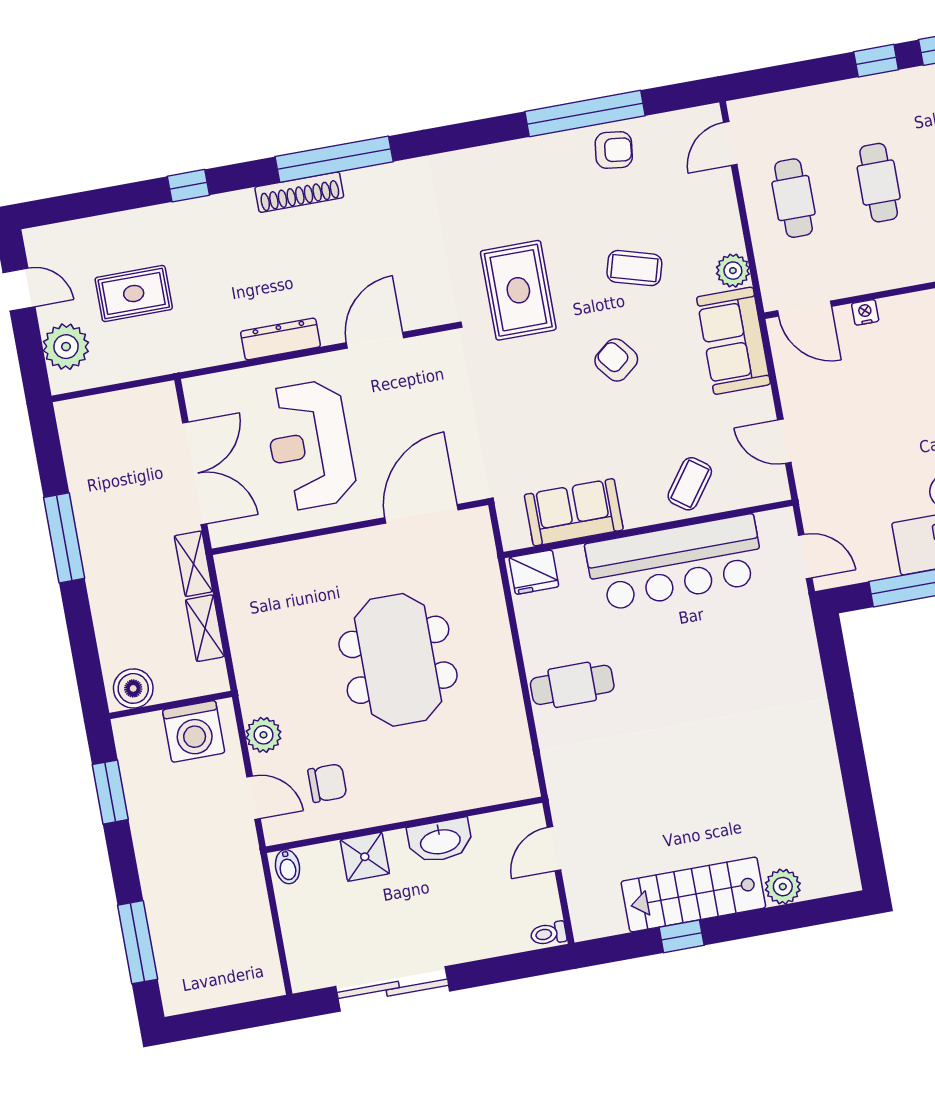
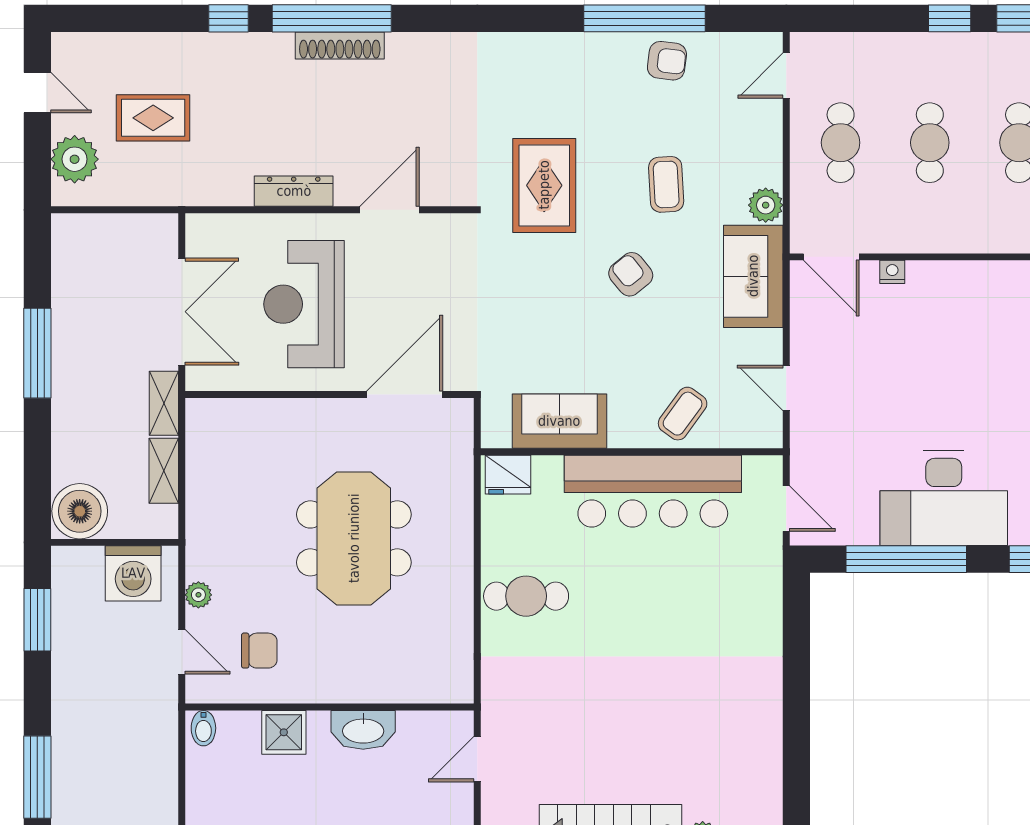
window: (334, 159) -> (332, 18), moved
coffee table: (634, 268) -> (666, 184), turned 71
boiler: (133, 688) -> (80, 511), width x1.37, depth x1.37
plant: (263, 735) -> (198, 595), width x0.73, depth x0.73

